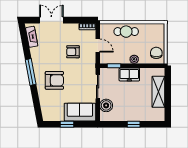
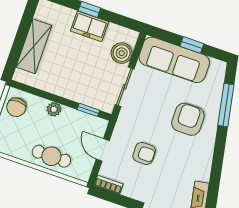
window: (31, 72) -> (226, 105), moved
freezer: (129, 75) -> (90, 26), moved, turned 180
armchair: (54, 80) -> (188, 119), turned 90
sofa: (80, 112) -> (174, 60), width x1.36

